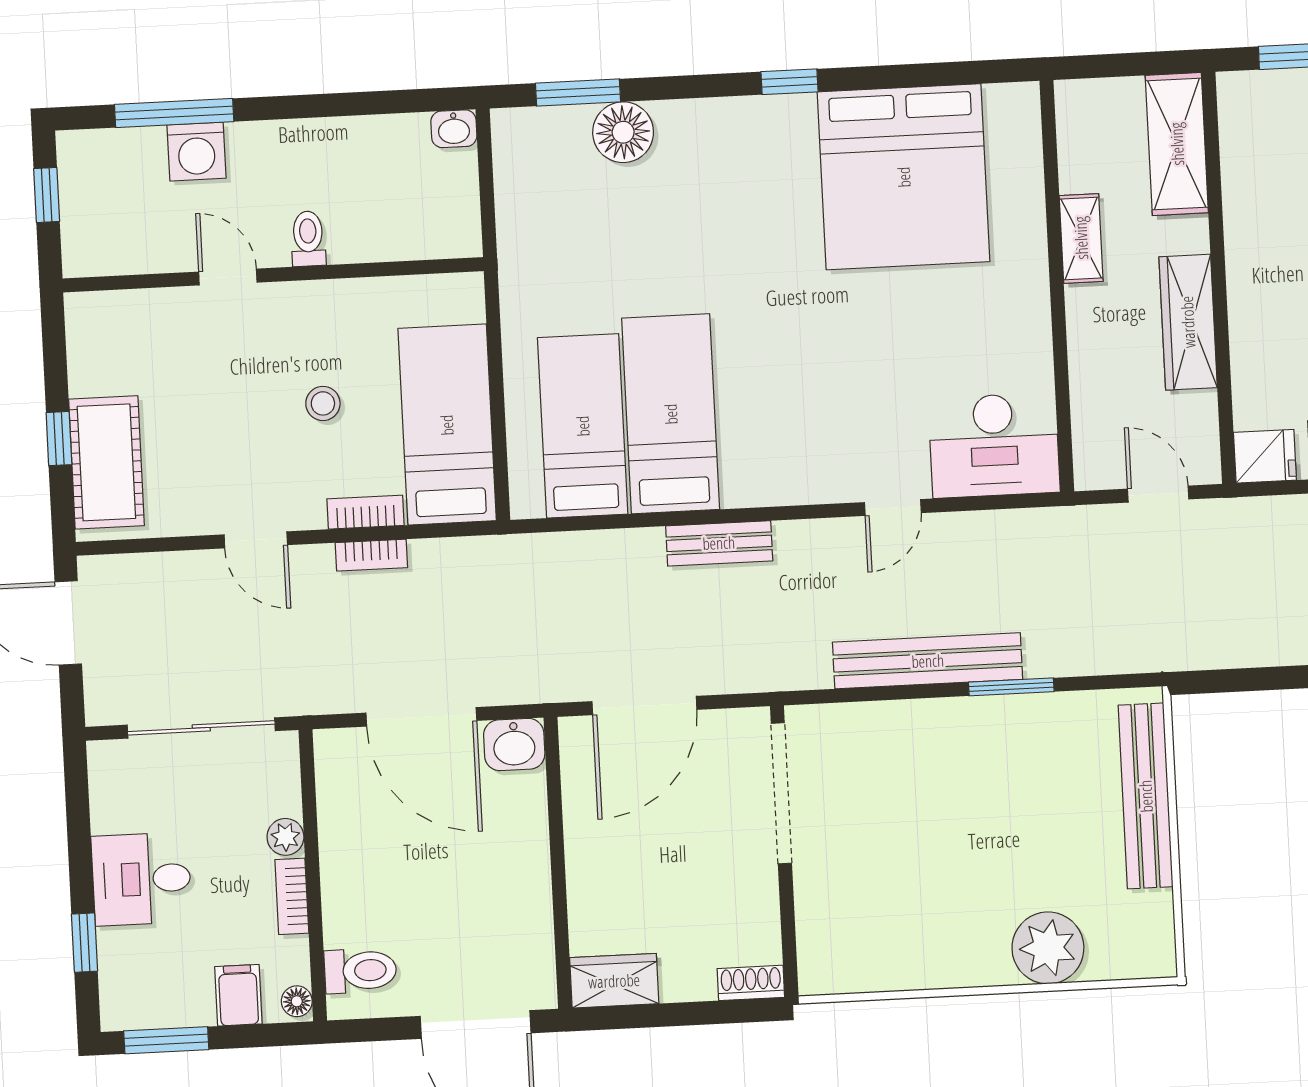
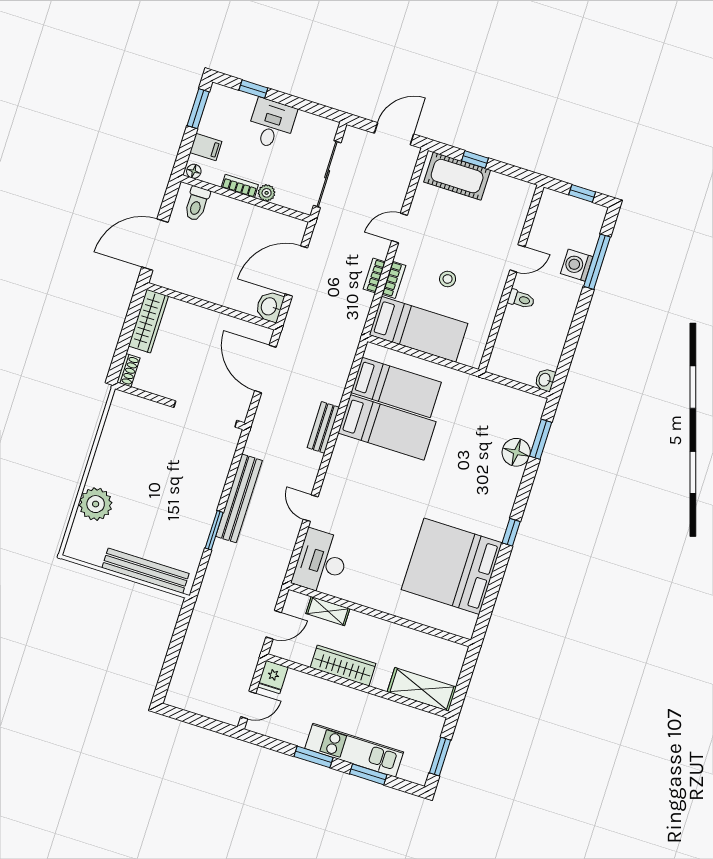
shelving: (1081, 238) -> (328, 611), moved
wardrobe: (614, 981) -> (148, 321), width x1.50

